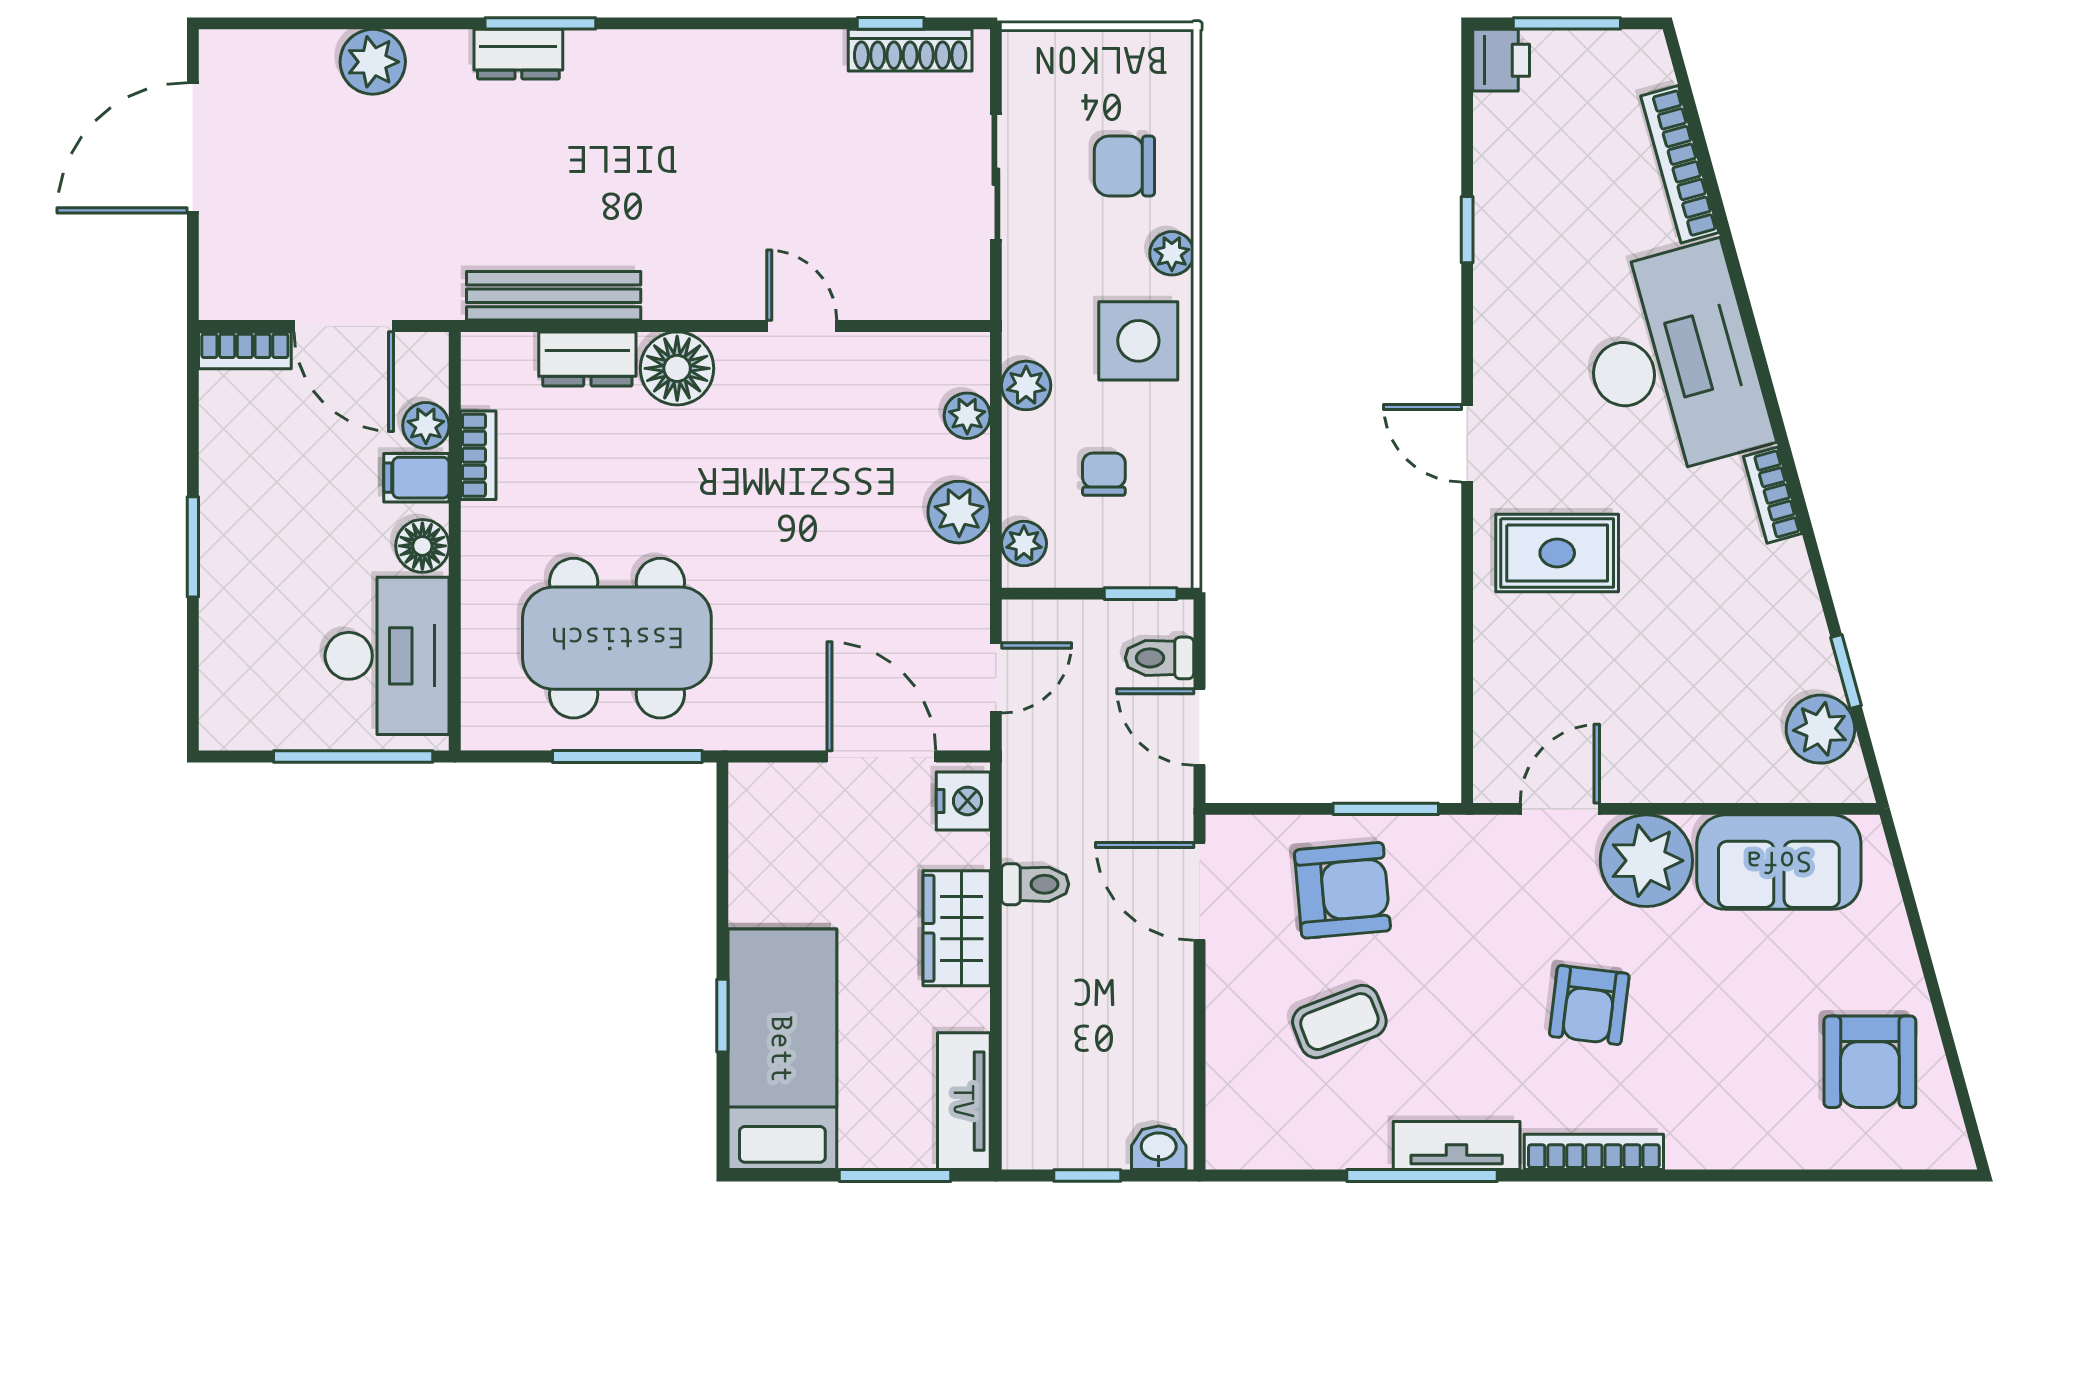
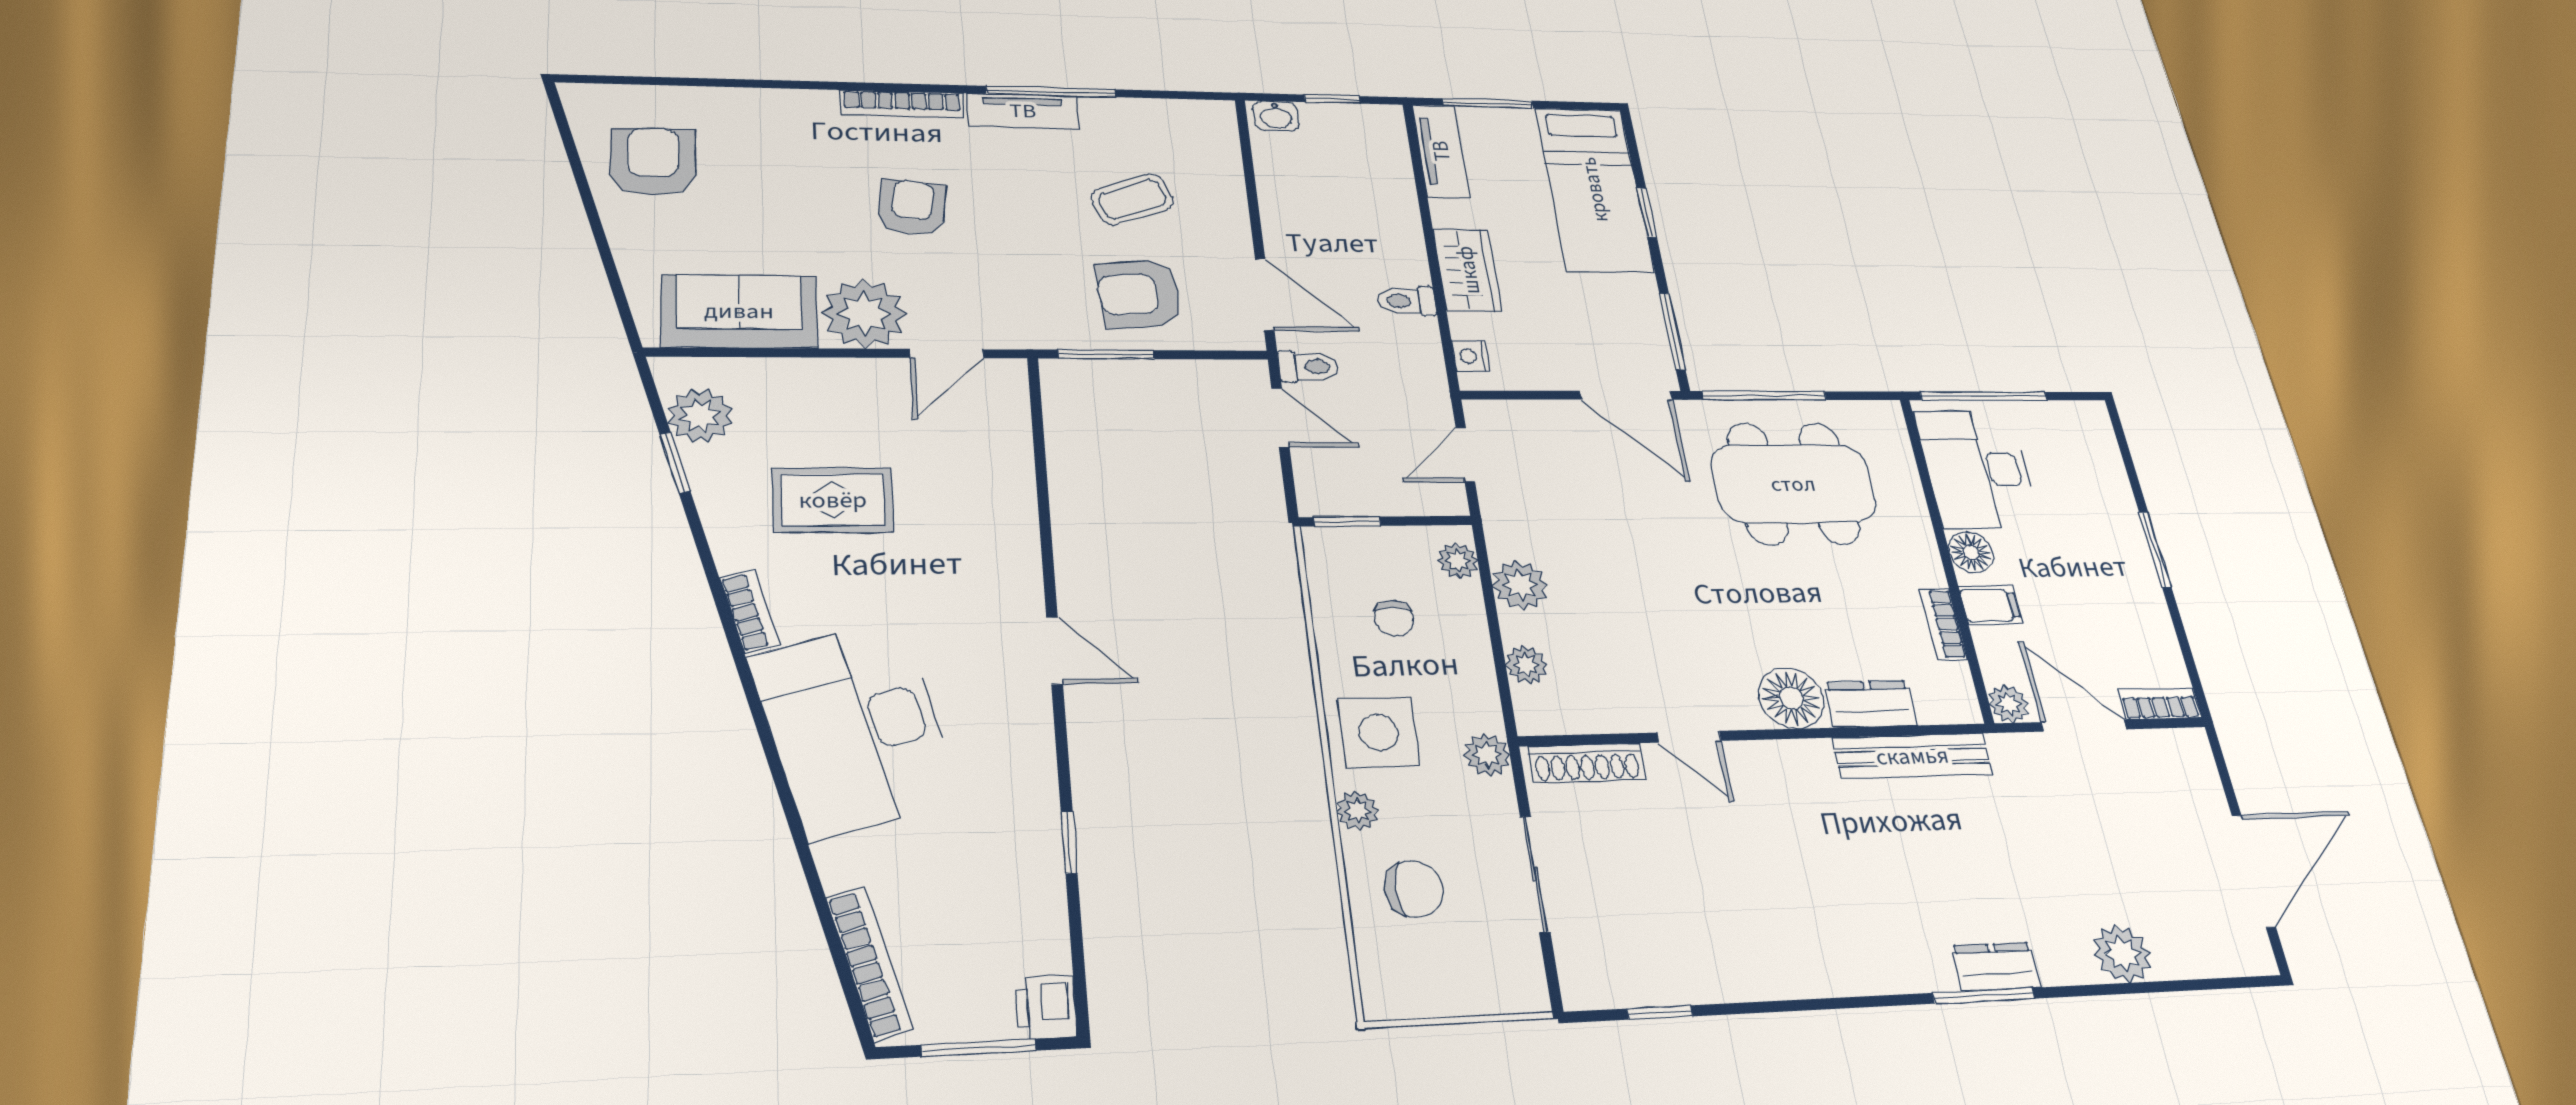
shoe rack: (910, 50) -> (1587, 763), moved, turned 180
bookcase: (1680, 164) -> (869, 963), moved
plant: (1026, 385) -> (1487, 755), moved
plant: (426, 426) -> (2009, 704), moved
rug: (1557, 553) -> (833, 500), moved
toilet: (1160, 658) -> (1309, 367), moved
door: (881, 757) -> (1626, 395), moved
nightstand: (963, 801) -> (1471, 356), width x0.72, depth x0.74
window: (722, 845) -> (1672, 331), added

